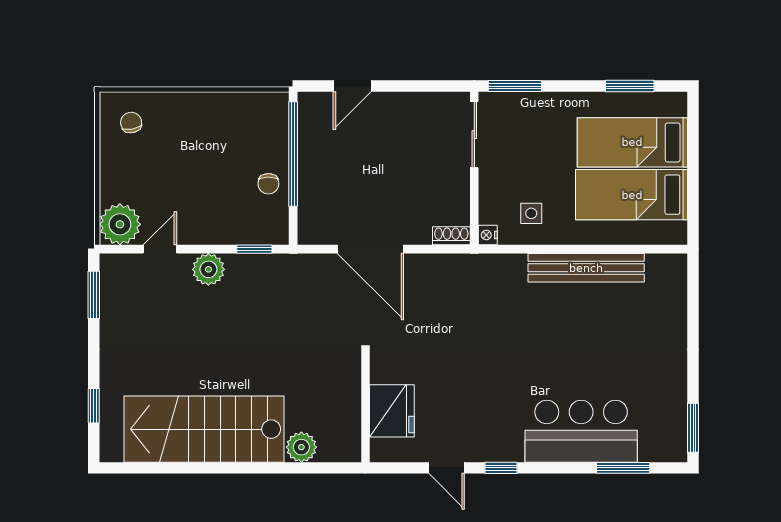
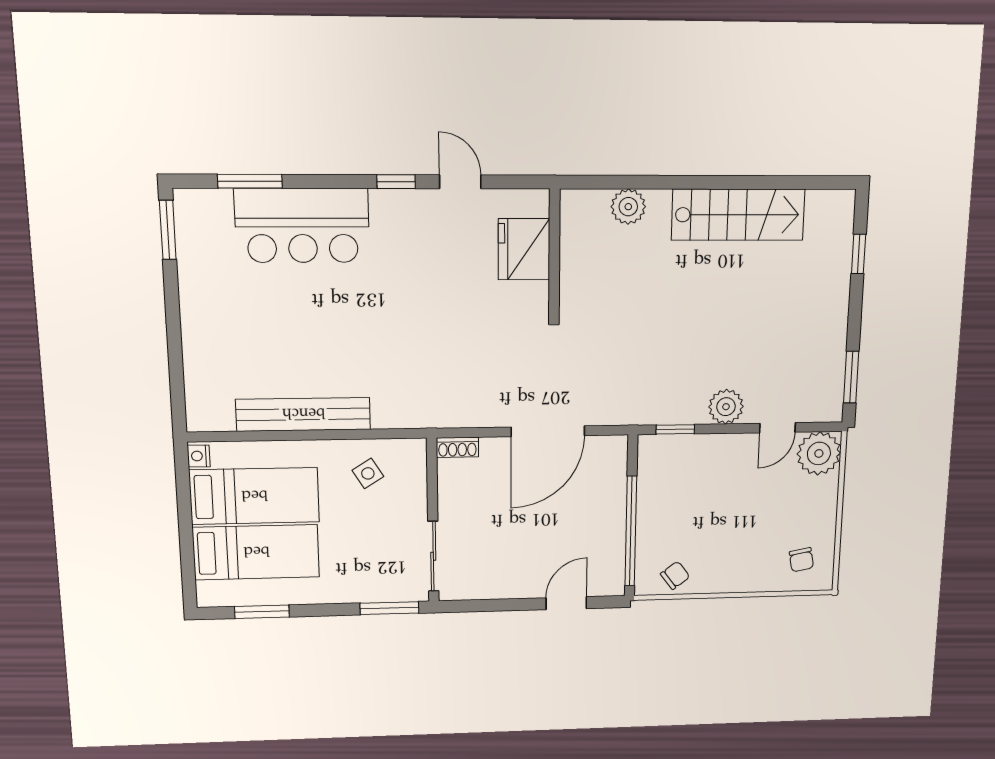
chair: (268, 184) -> (675, 575), moved, turned 53
side table: (531, 213) -> (368, 473), turned -32
nightstand: (488, 235) -> (199, 456), moved, turned 180
door: (370, 249) -> (548, 431), swing flipped
stairs: (204, 429) -> (738, 215), width x0.73, depth x0.66

